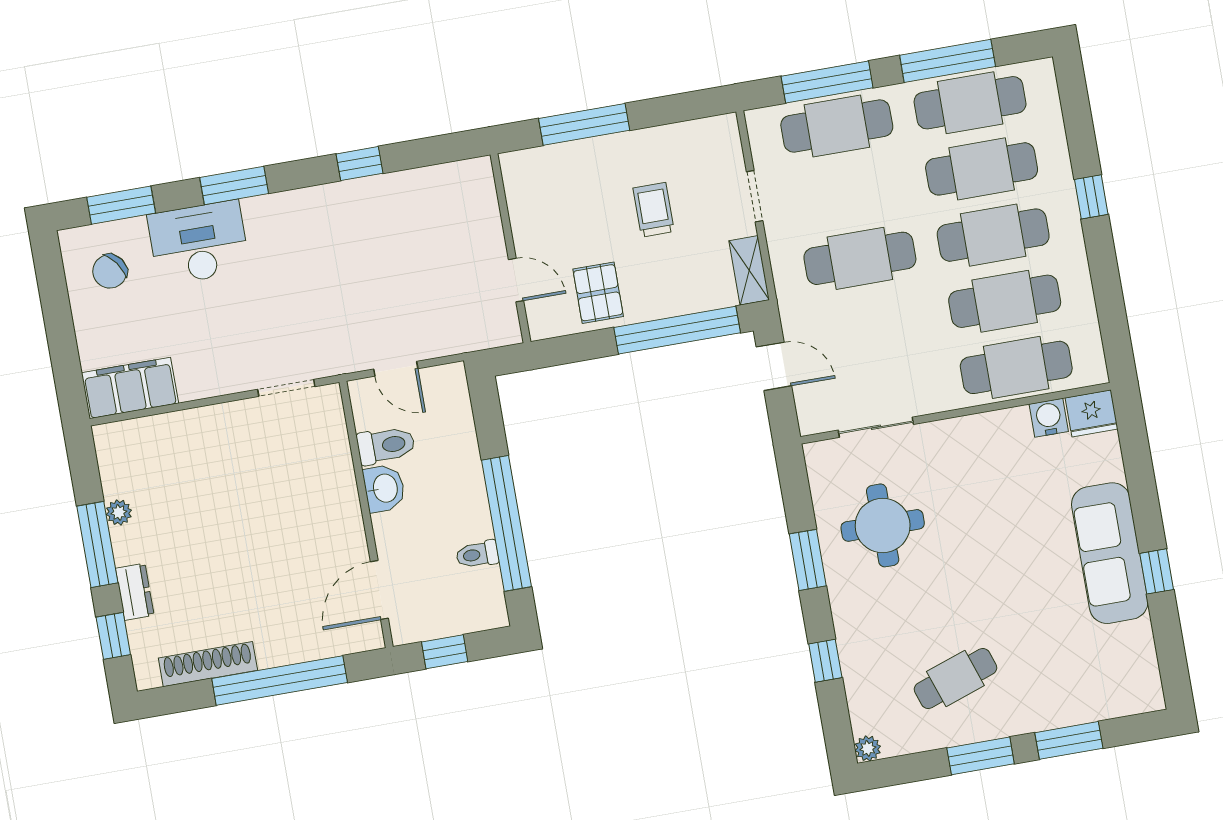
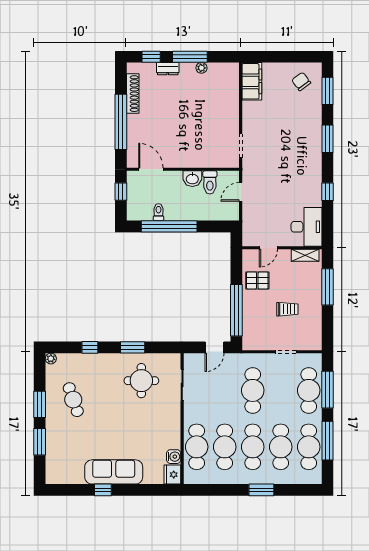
window: (1091, 197) -> (261, 490), width x1.50
desk: (199, 243) -> (306, 227), moved
shelving: (749, 270) -> (305, 255), moved

